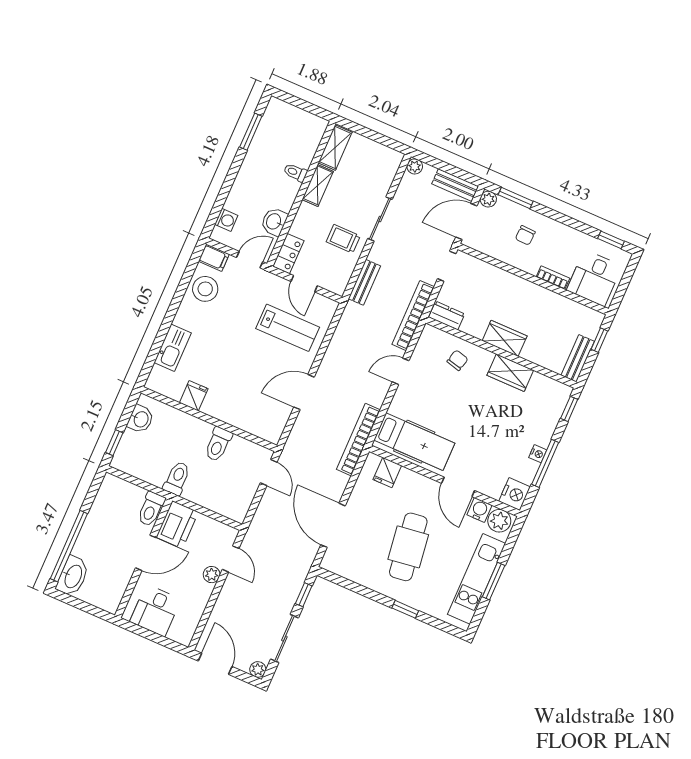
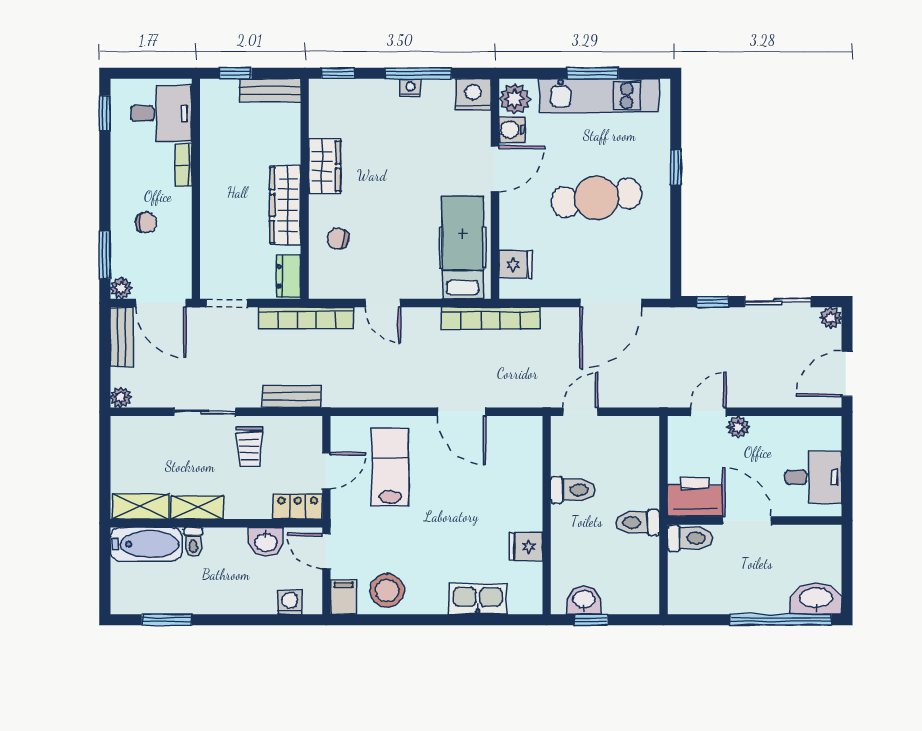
bathtub: (308, 140) -> (146, 544), added
wardrobe: (505, 338) -> (285, 205), width x1.50
window: (114, 443) -> (591, 620), moved

